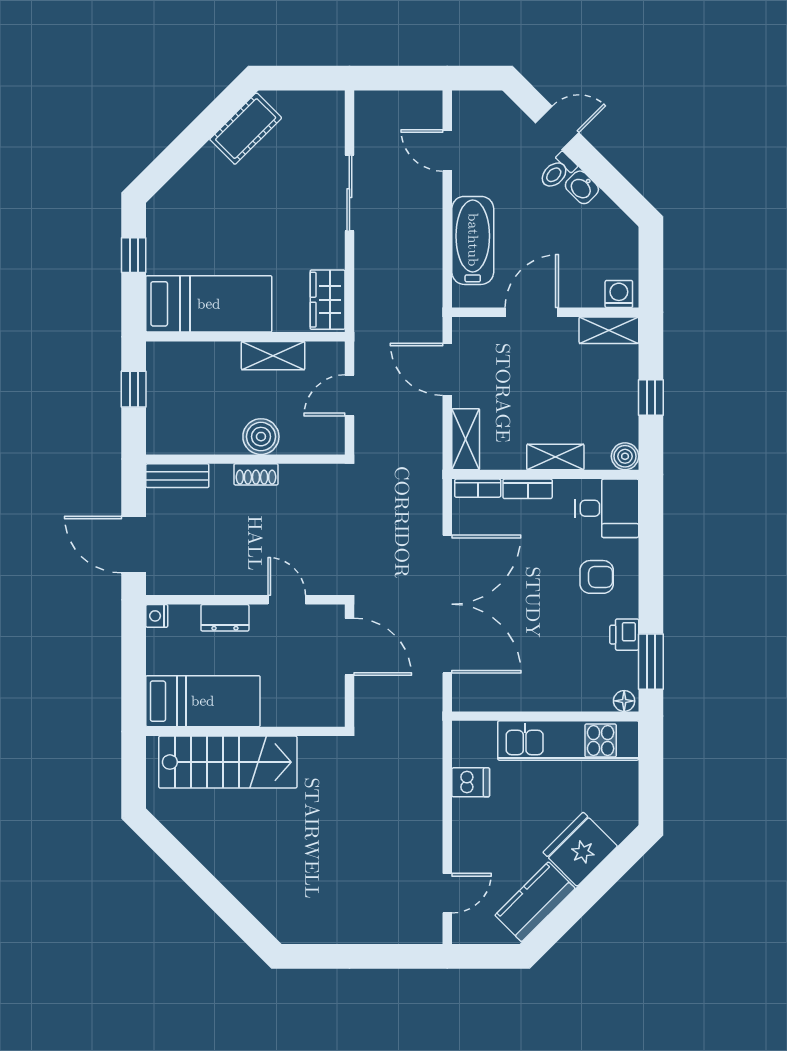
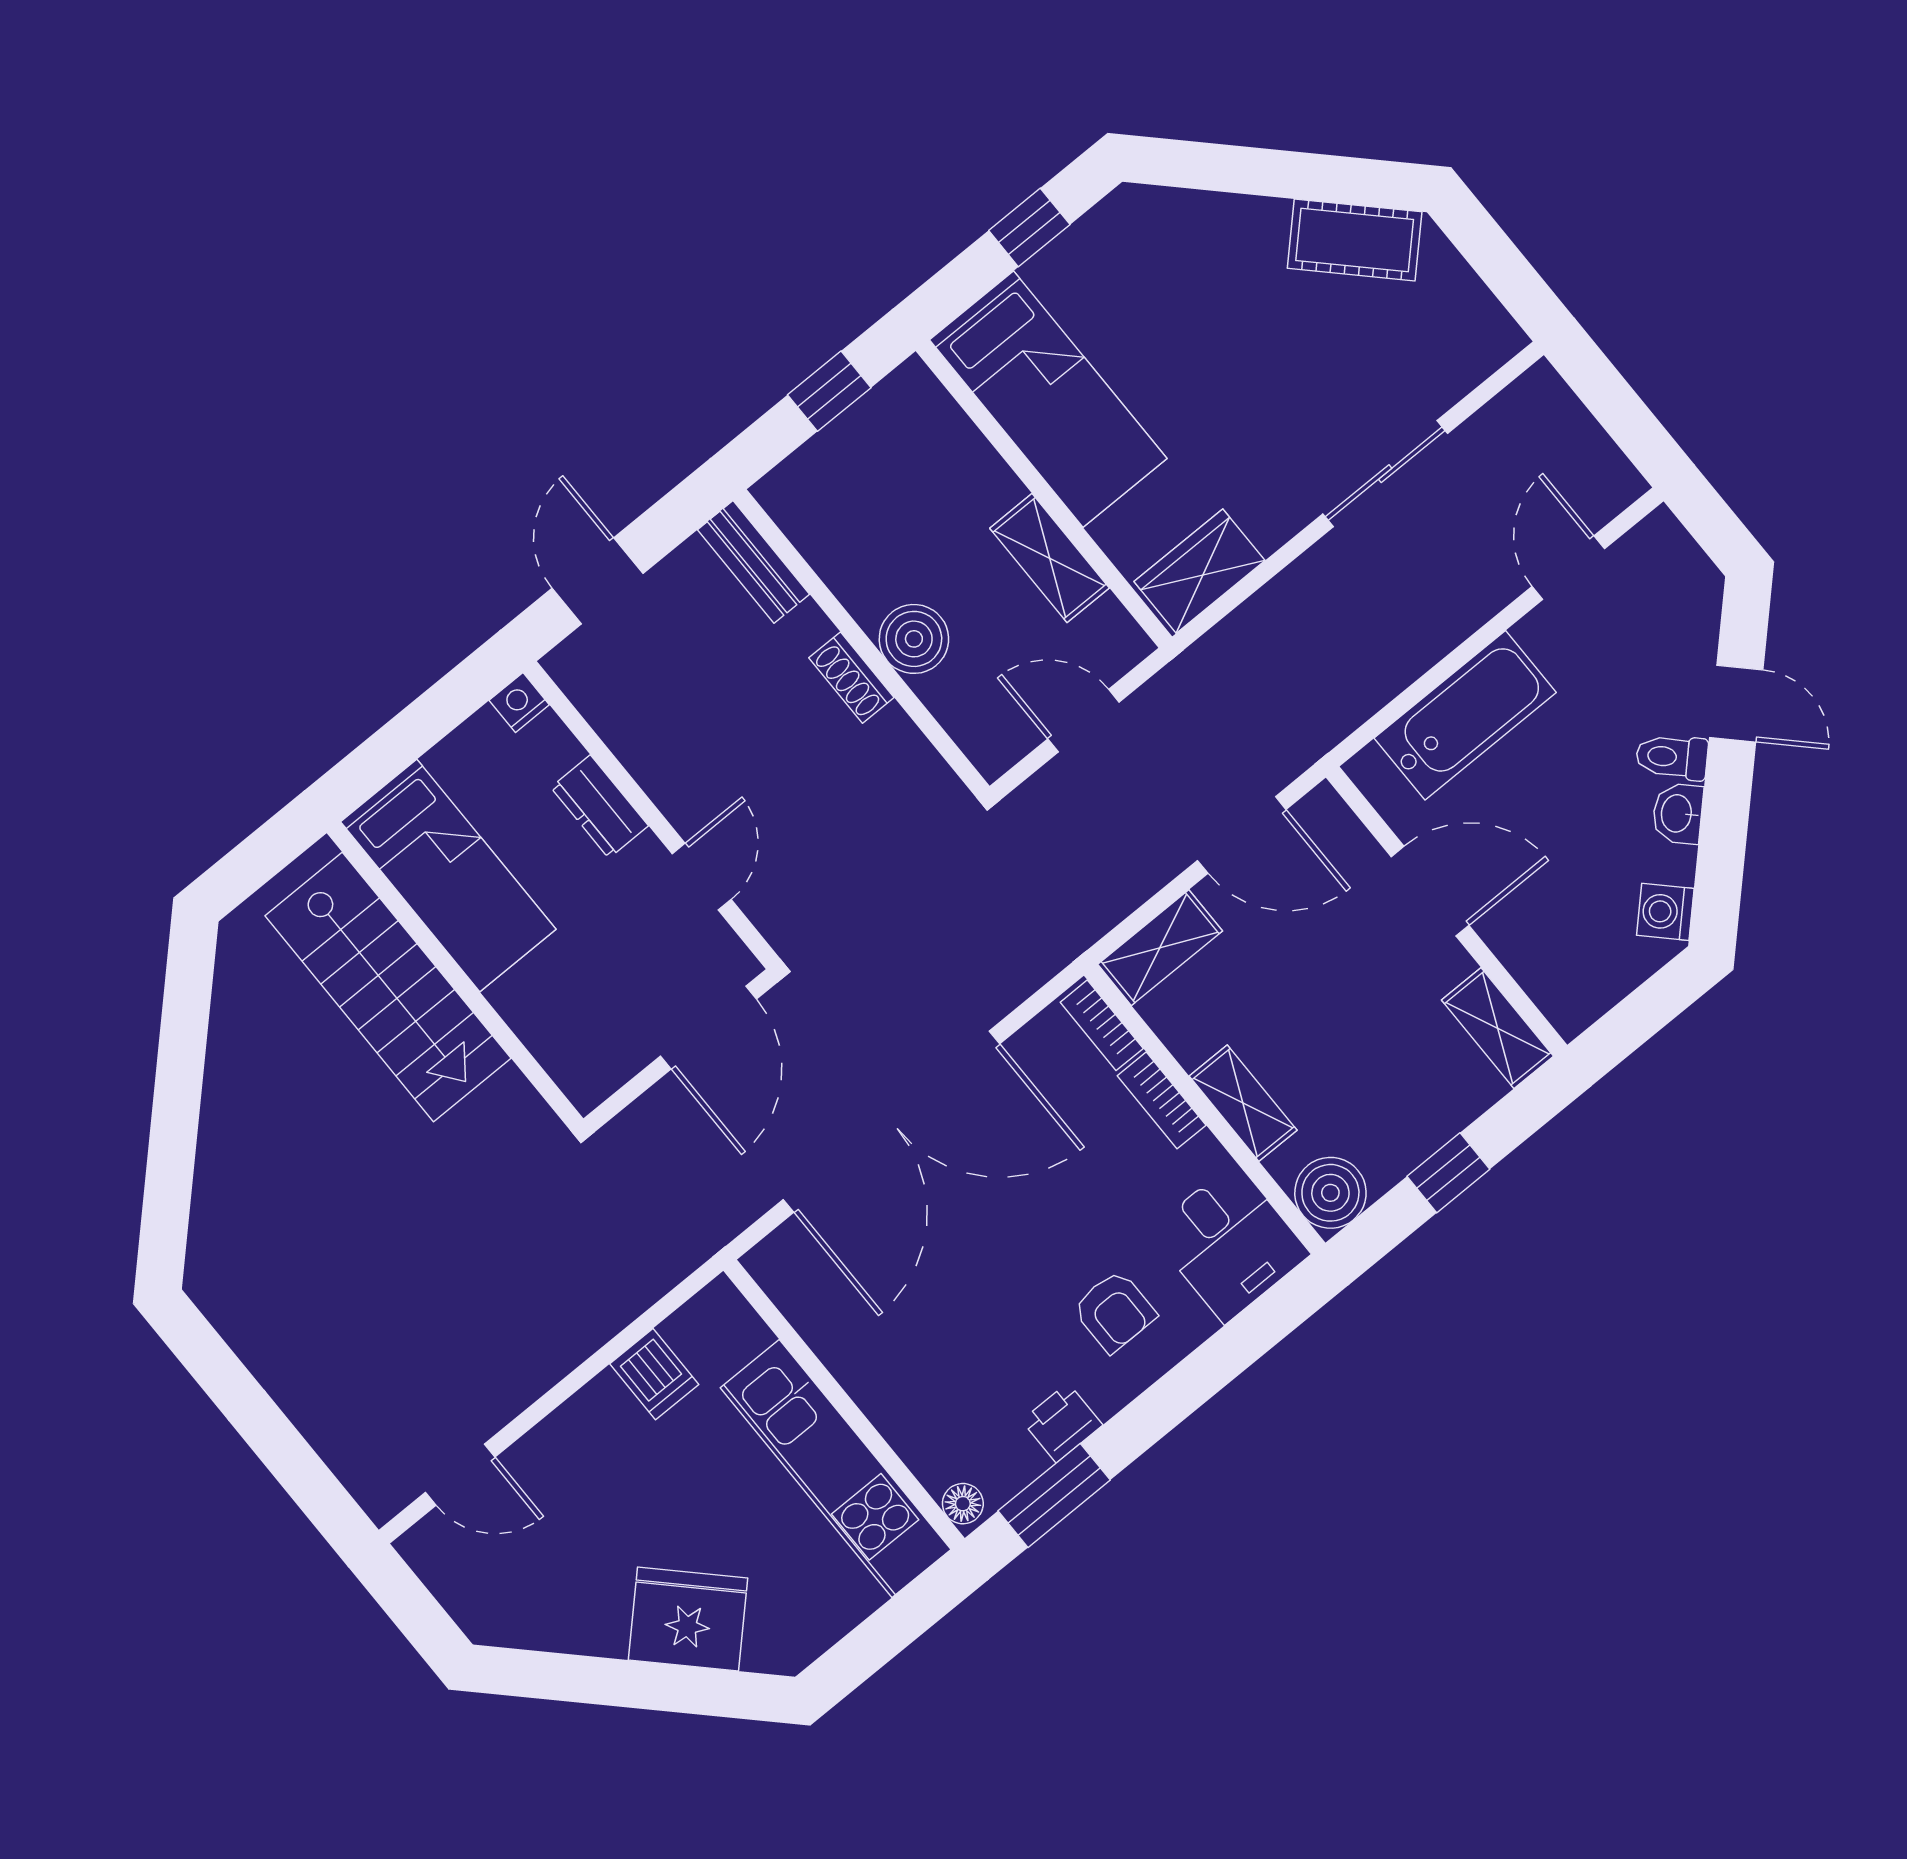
washing machine: (619, 294) -> (1665, 912), moved, turned -135
door: (447, 369) -> (1242, 835), swing flipped
boiler: (625, 456) -> (1330, 1193), width x1.36, depth x1.36
door: (134, 545) -> (598, 581), width x0.73
kitchen counter: (535, 902) -> (554, 1616), removed

